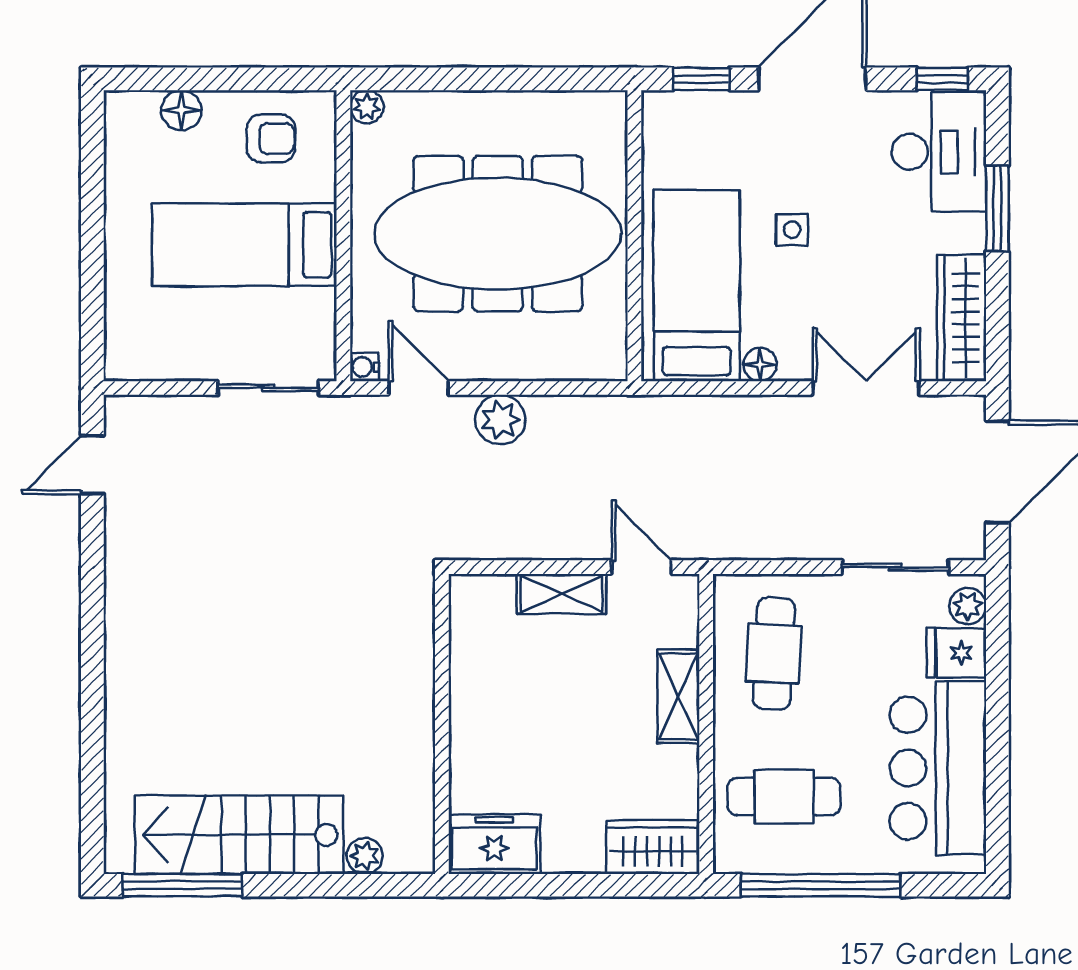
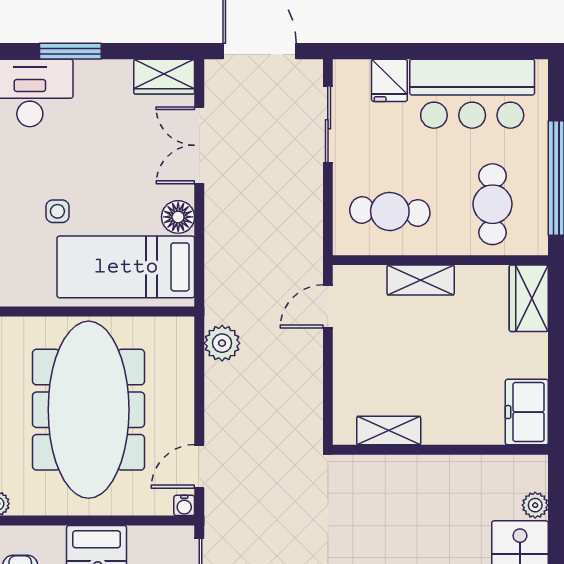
side table: (792, 230) -> (57, 211), moved
wardrobe: (962, 318) -> (164, 77), width x0.67
floor lamp: (760, 365) -> (178, 217), width x1.37, depth x1.37
plant: (500, 420) -> (222, 343), moved
shelving: (562, 594) -> (389, 431), moved, turned 90
plant: (968, 606) -> (356, 72), removed

